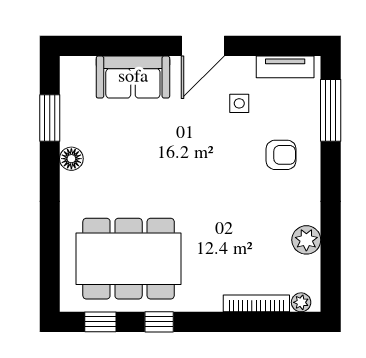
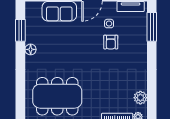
armchair: (281, 155) -> (111, 42), moved, turned 90
plant: (306, 240) -> (140, 98), moved

